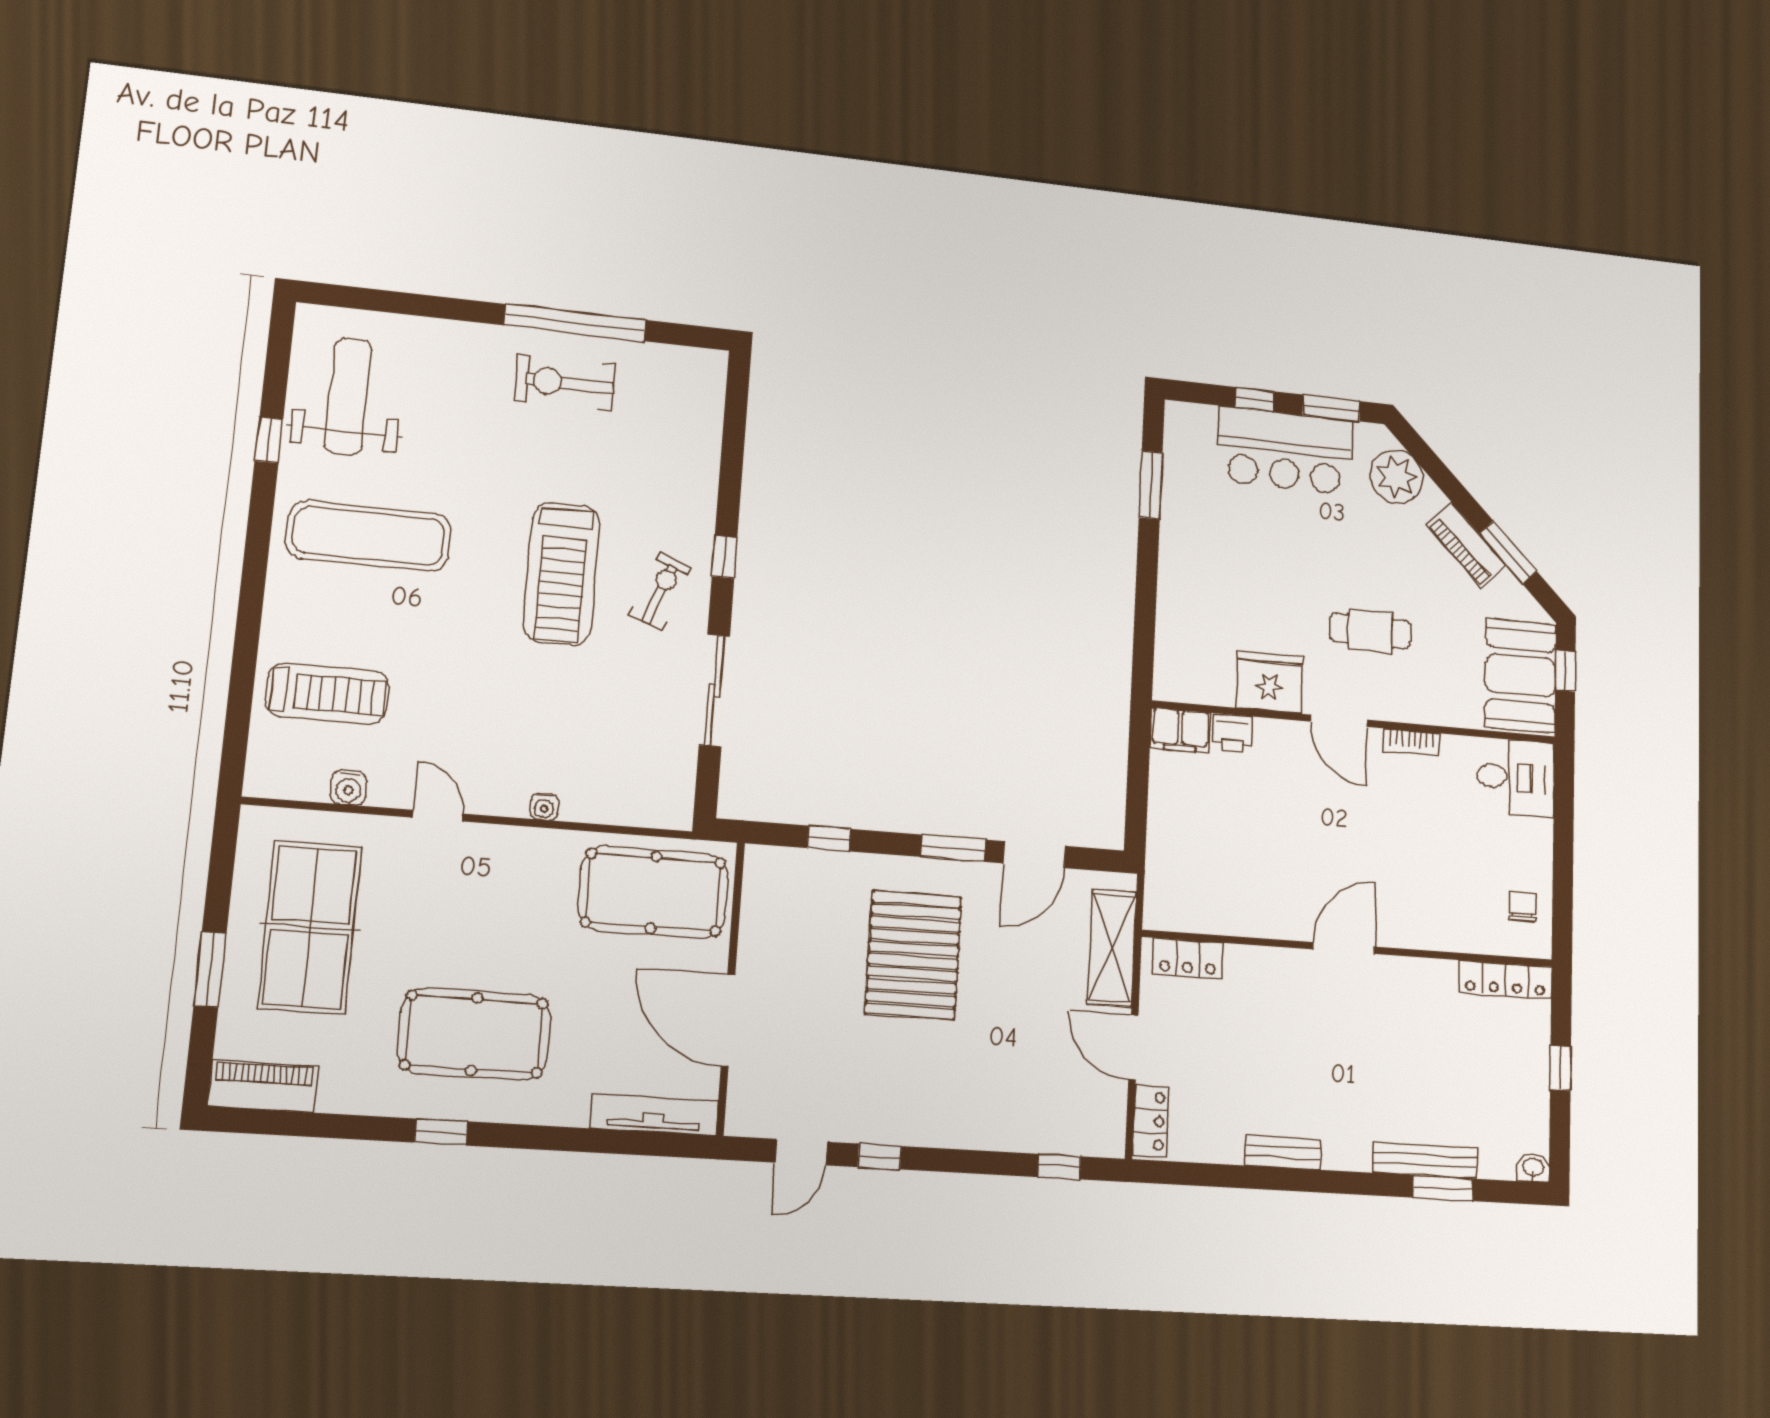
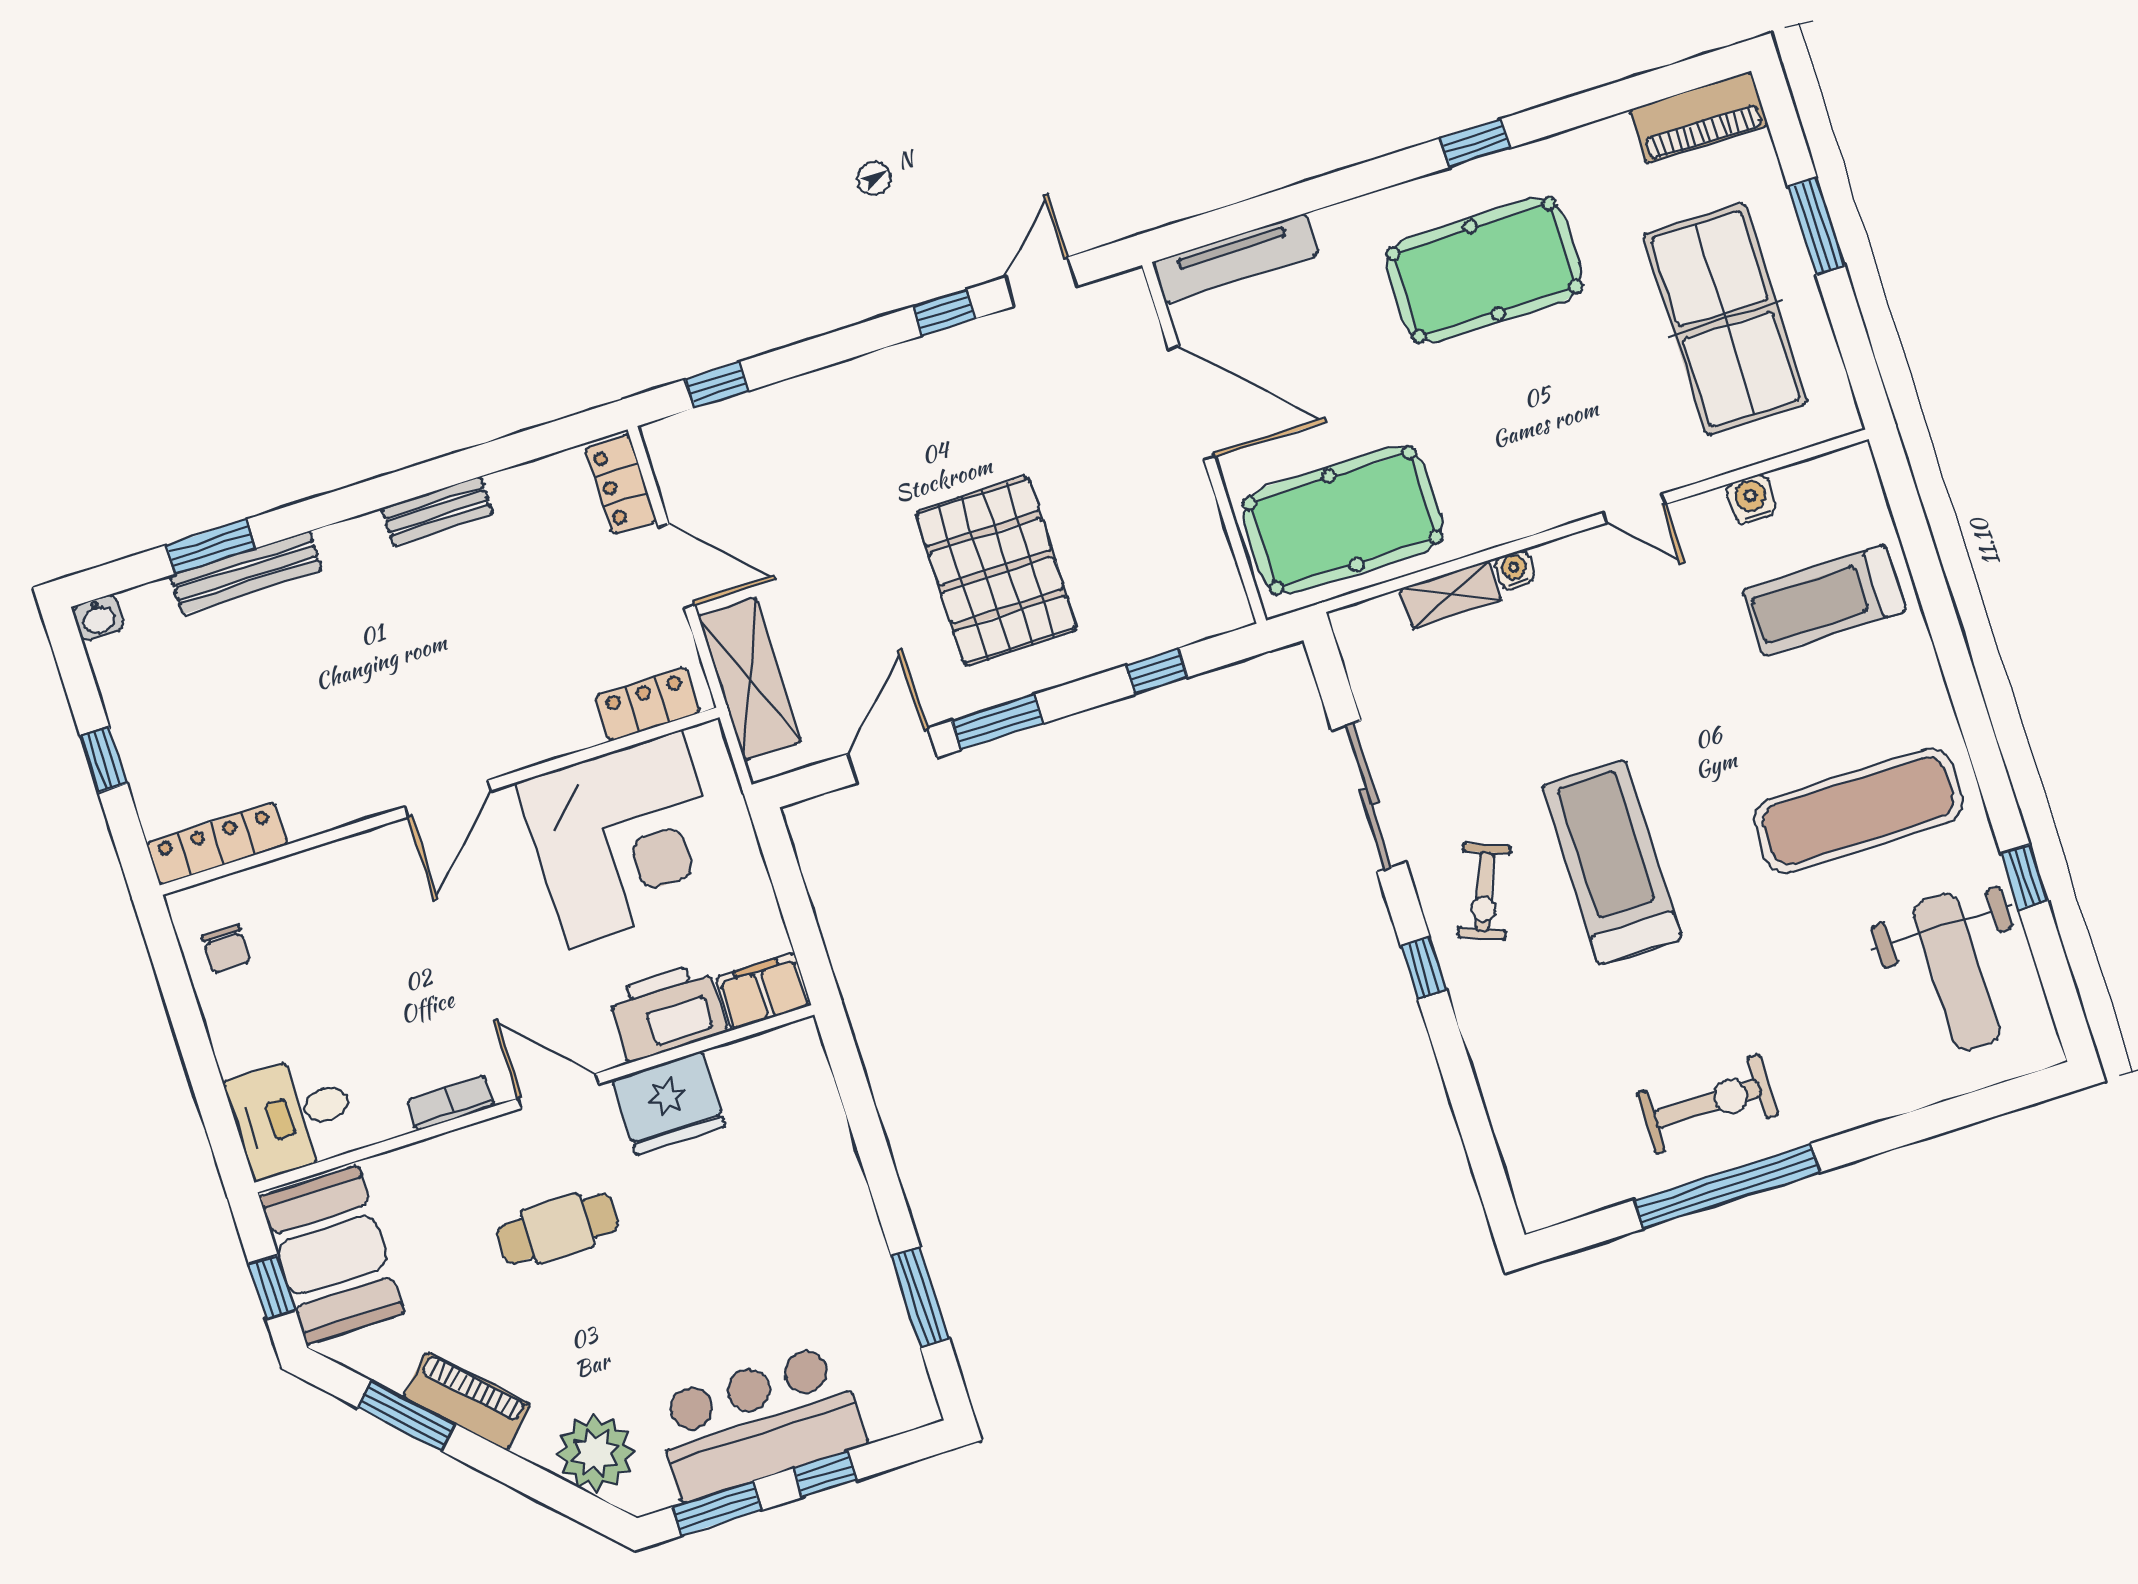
printer: (1232, 733) -> (667, 1012), width x1.87, depth x1.48
shelving: (598, 808) -> (1451, 594), added
corner desk: (1236, 872) -> (625, 839), added

